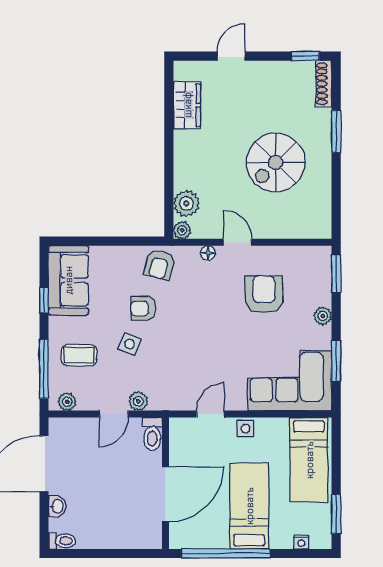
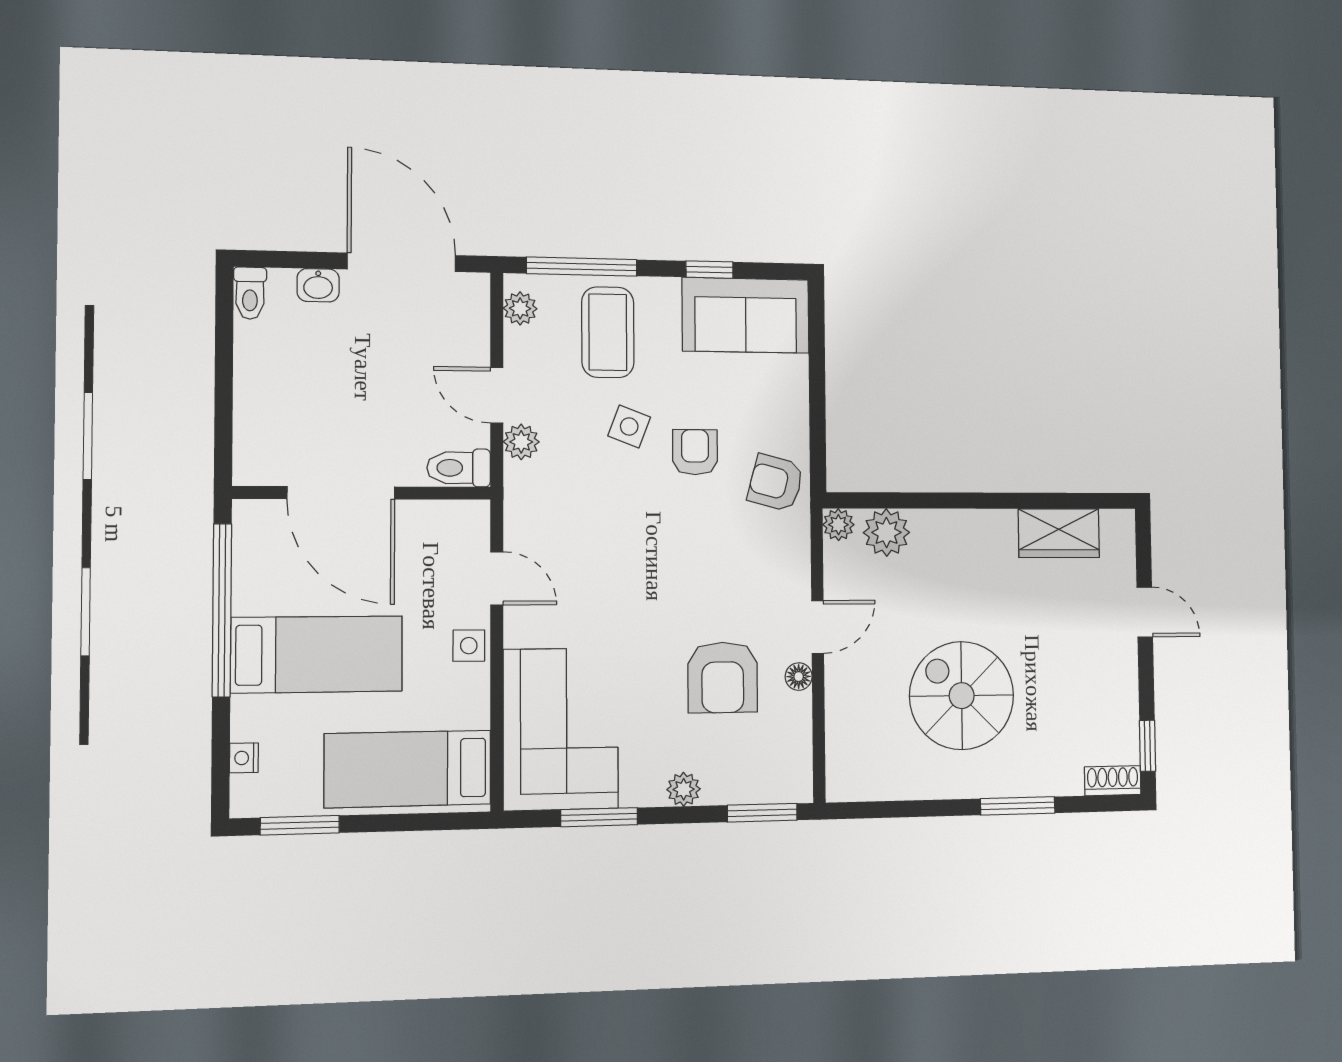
shoe rack: (324, 84) -> (1113, 781), width x0.70
floor lamp: (208, 253) -> (799, 677), moved
armchair: (264, 294) -> (723, 677), turned 90
coffee table: (79, 355) -> (608, 332), width x1.36, depth x1.30

